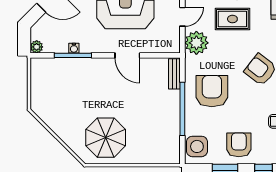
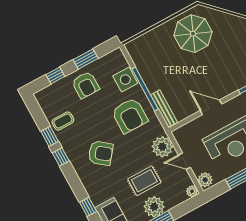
door: (182, 17) -> (184, 161), hinge flipped
bench: (174, 74) -> (164, 109), width x1.36
side table: (197, 146) -> (125, 80), moved

